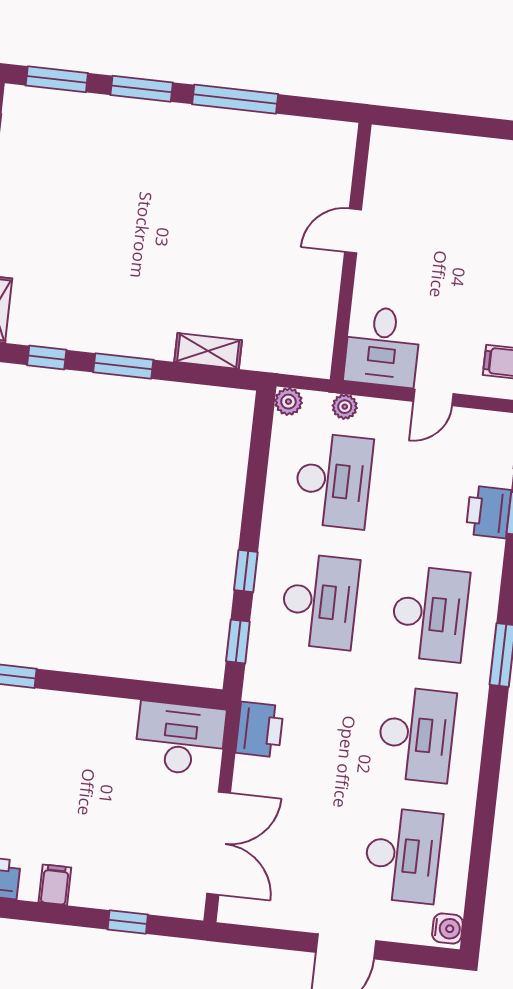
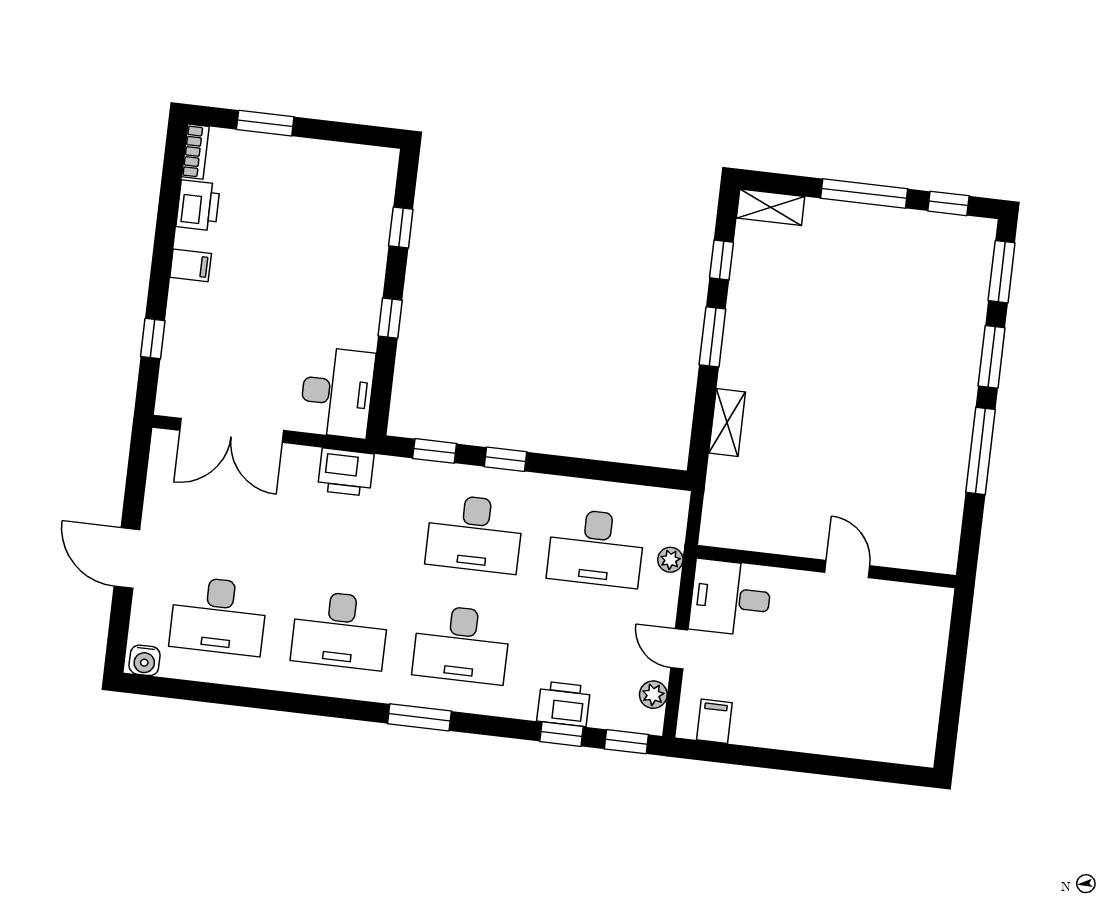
plant: (288, 402) -> (653, 695), moved
window: (106, 686) -> (390, 318), added

